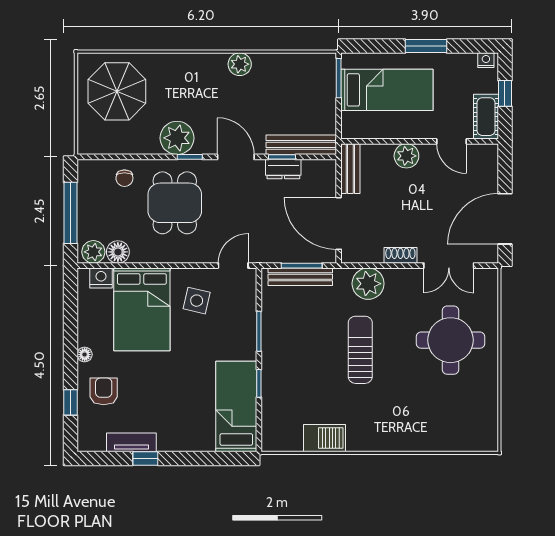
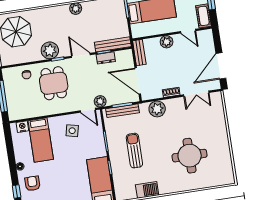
plant: (93, 252) -> (100, 101), moved
floor lamp: (118, 252) -> (29, 112), removed
door: (233, 266) -> (88, 110), swing flipped
bed: (142, 309) -> (41, 140), width x0.67
round table: (451, 340) -> (190, 156), moved
sun lounger: (360, 350) -> (134, 151), moved

